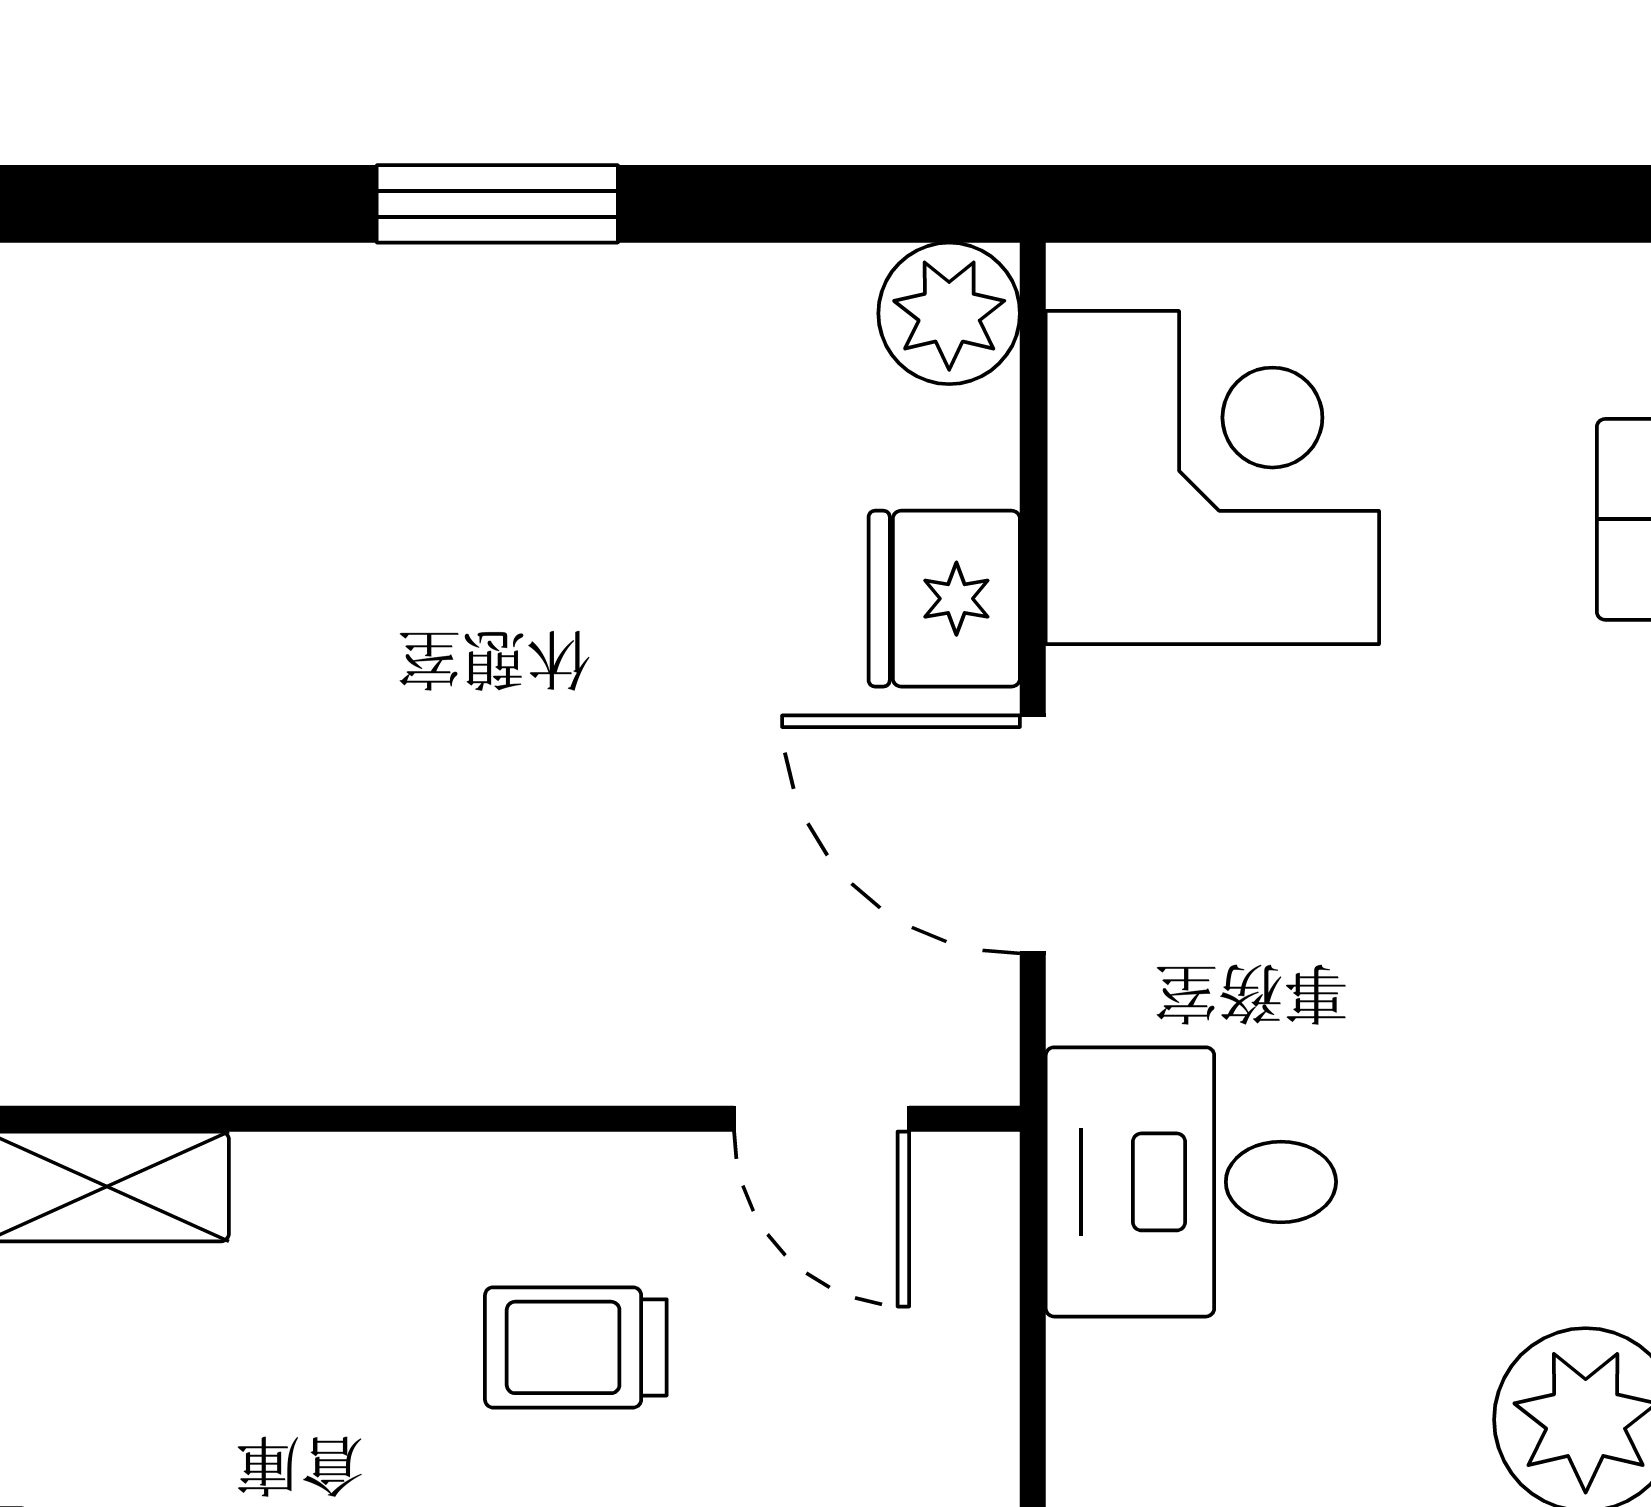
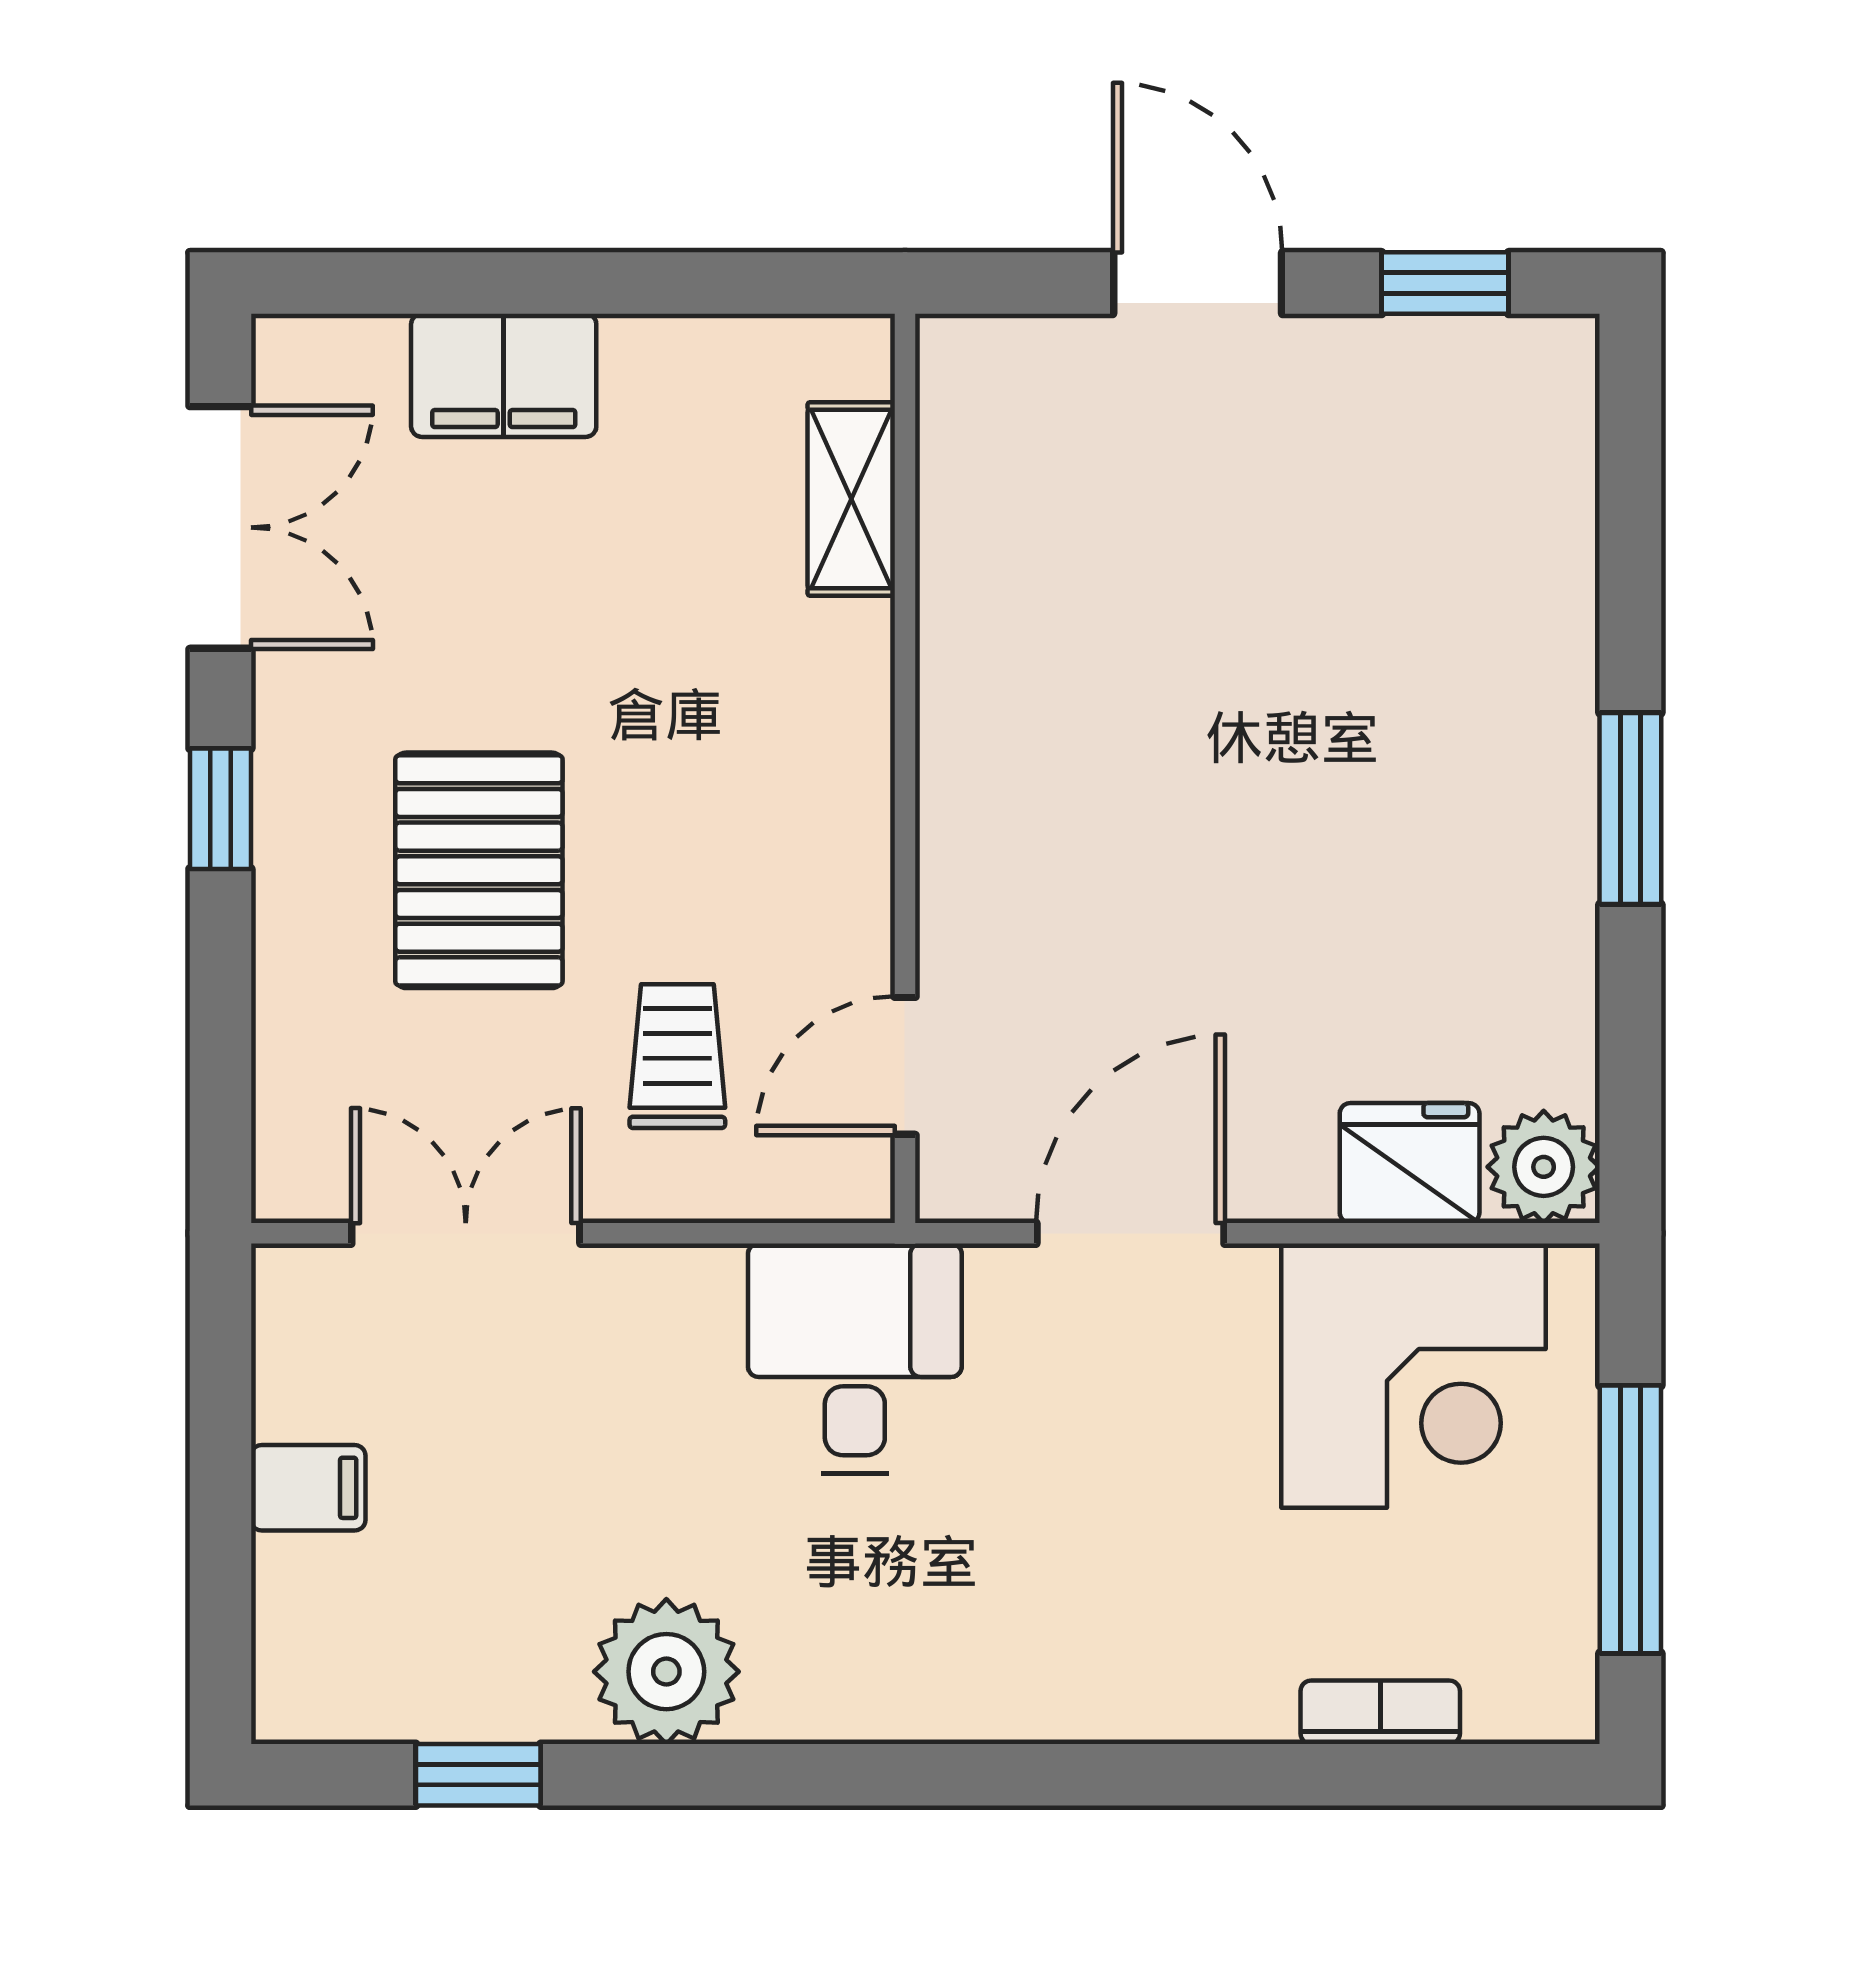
window: (1394, 204) -> (1630, 1519), added
fridge: (944, 599) -> (1410, 1163), moved
trolley: (576, 1347) -> (677, 1056), moved

